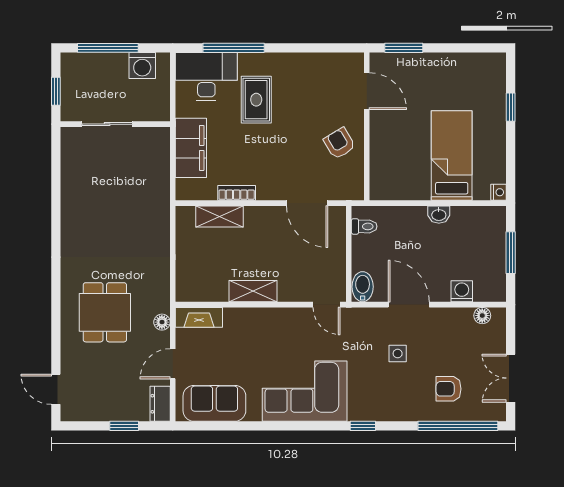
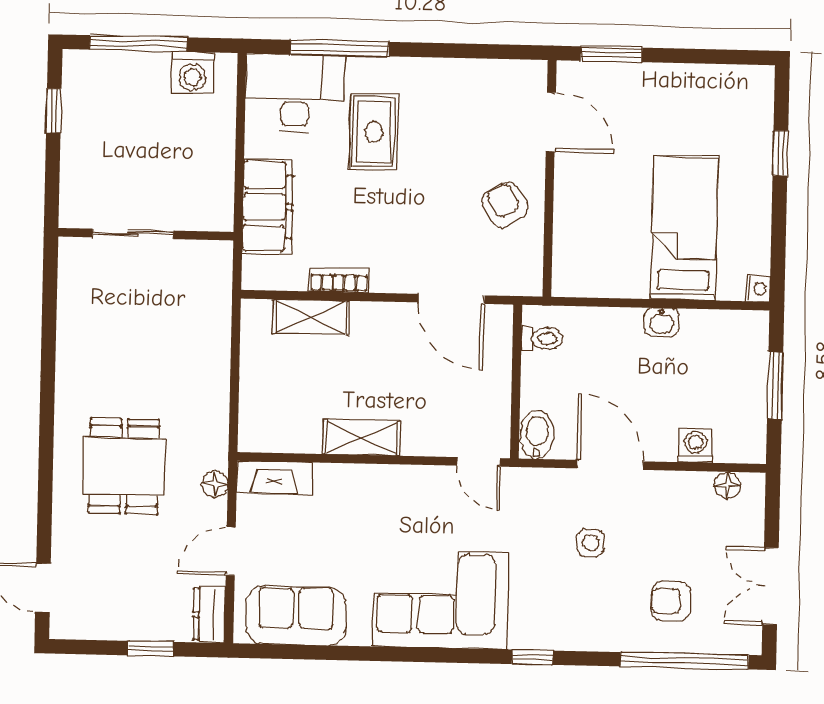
sliding door: (107, 124) -> (133, 234), moved
wall: (115, 124) -> (146, 234), moved

